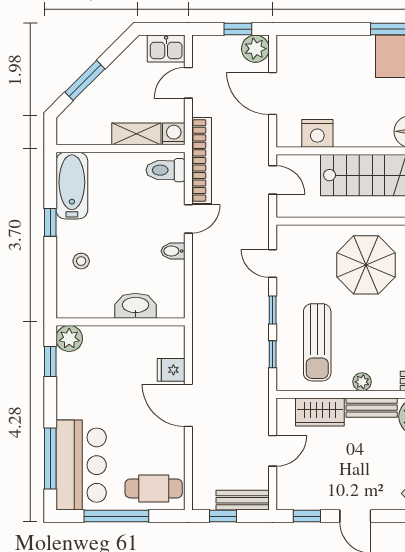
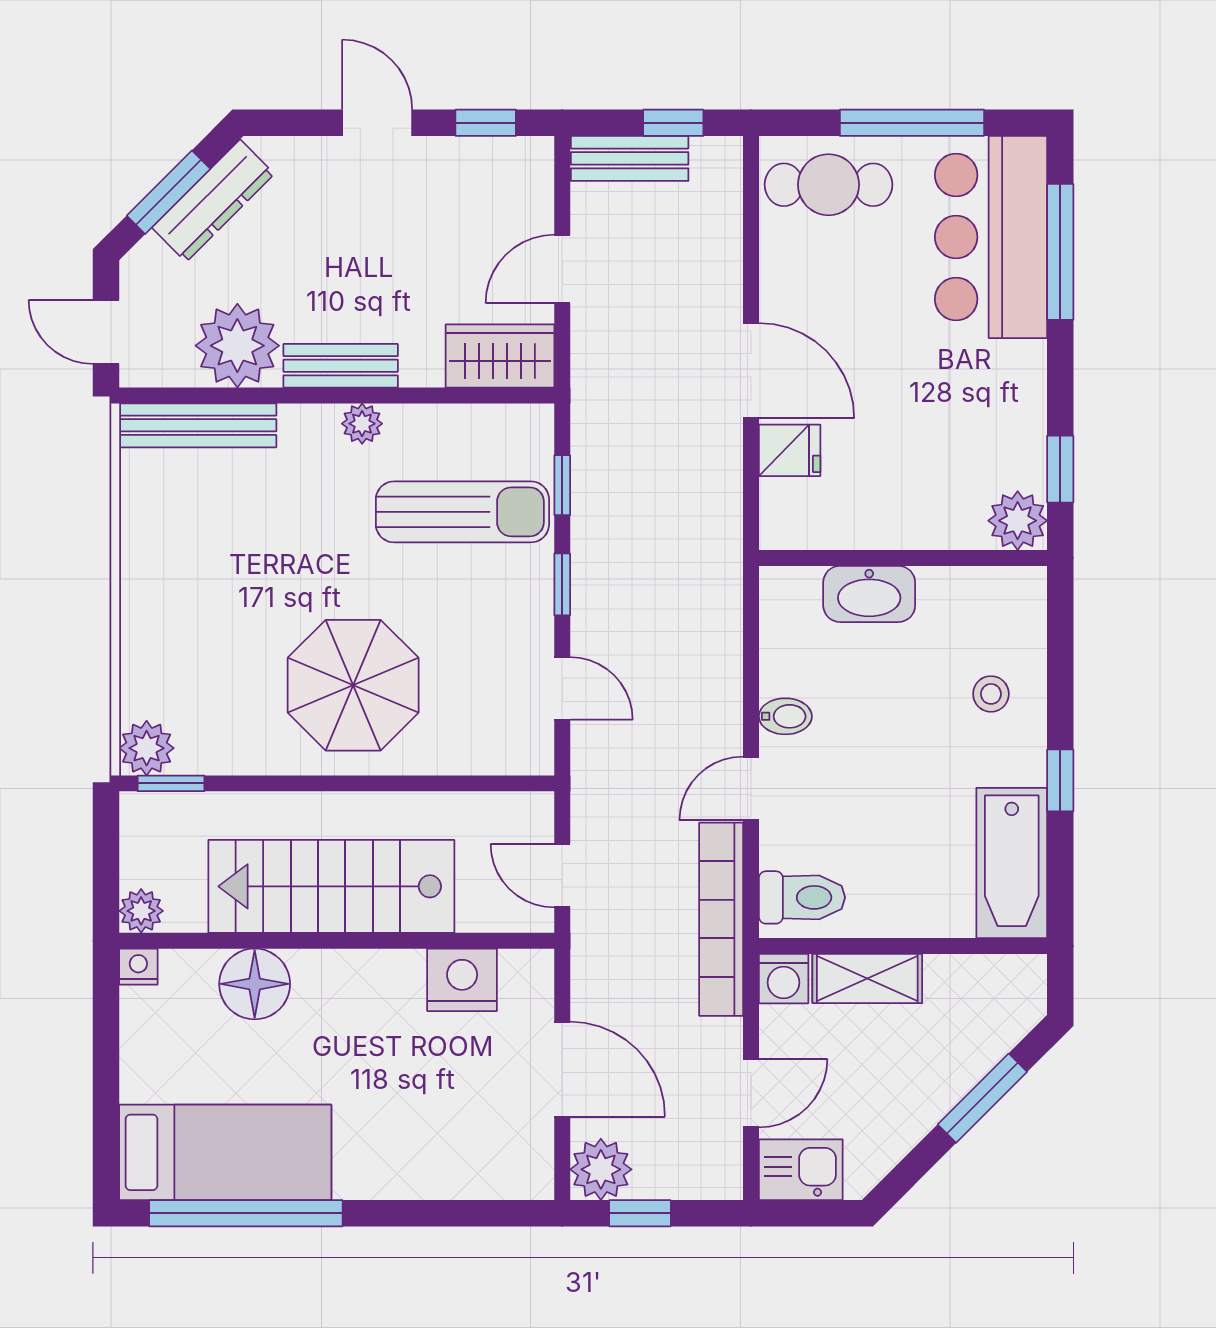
sun lounger: (317, 342) -> (462, 512), turned 90
wardrobe: (320, 412) -> (500, 356), moved

